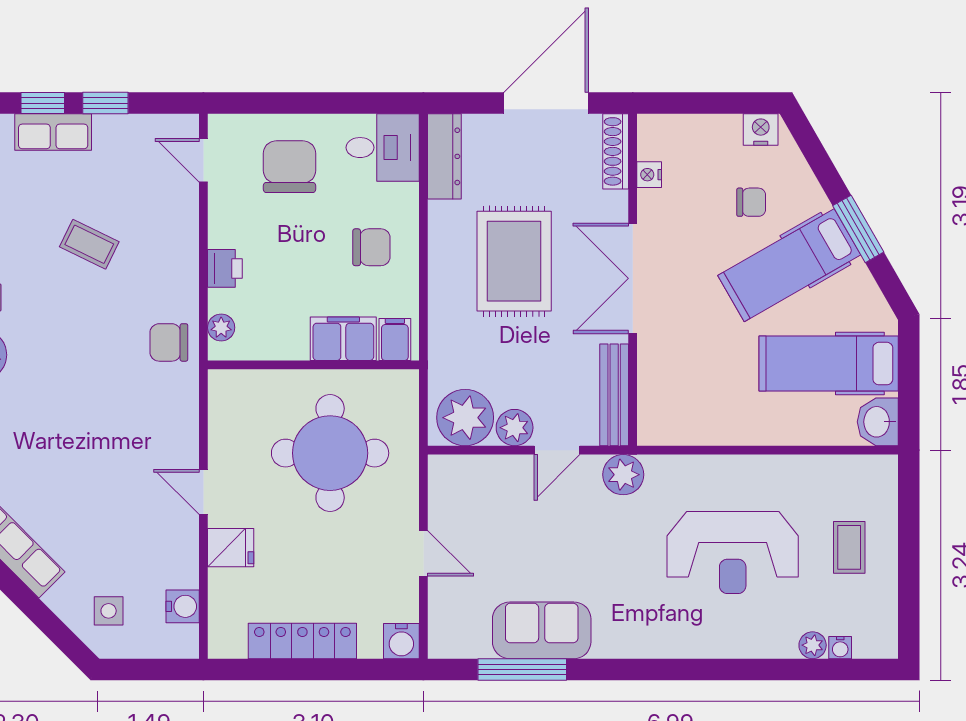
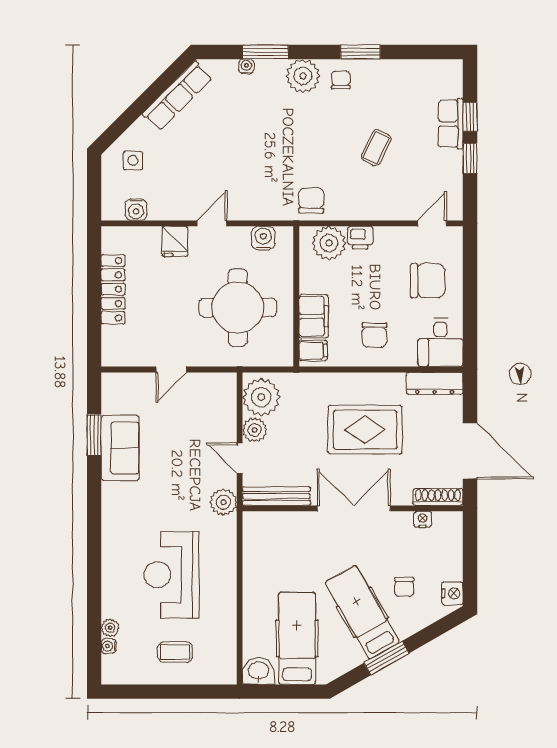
plant: (221, 328) -> (329, 243), width x1.87, depth x1.87
water cooler: (401, 641) -> (263, 238), moved, turned 90
window: (522, 669) -> (94, 435), width x0.69

